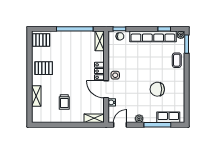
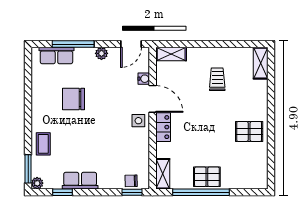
row of seats: (153, 36) -> (80, 181), width x0.50
pallet: (41, 40) -> (207, 177), moved
chair: (157, 89) -> (73, 99), turned 180
shelving: (36, 96) -> (261, 63), moved

